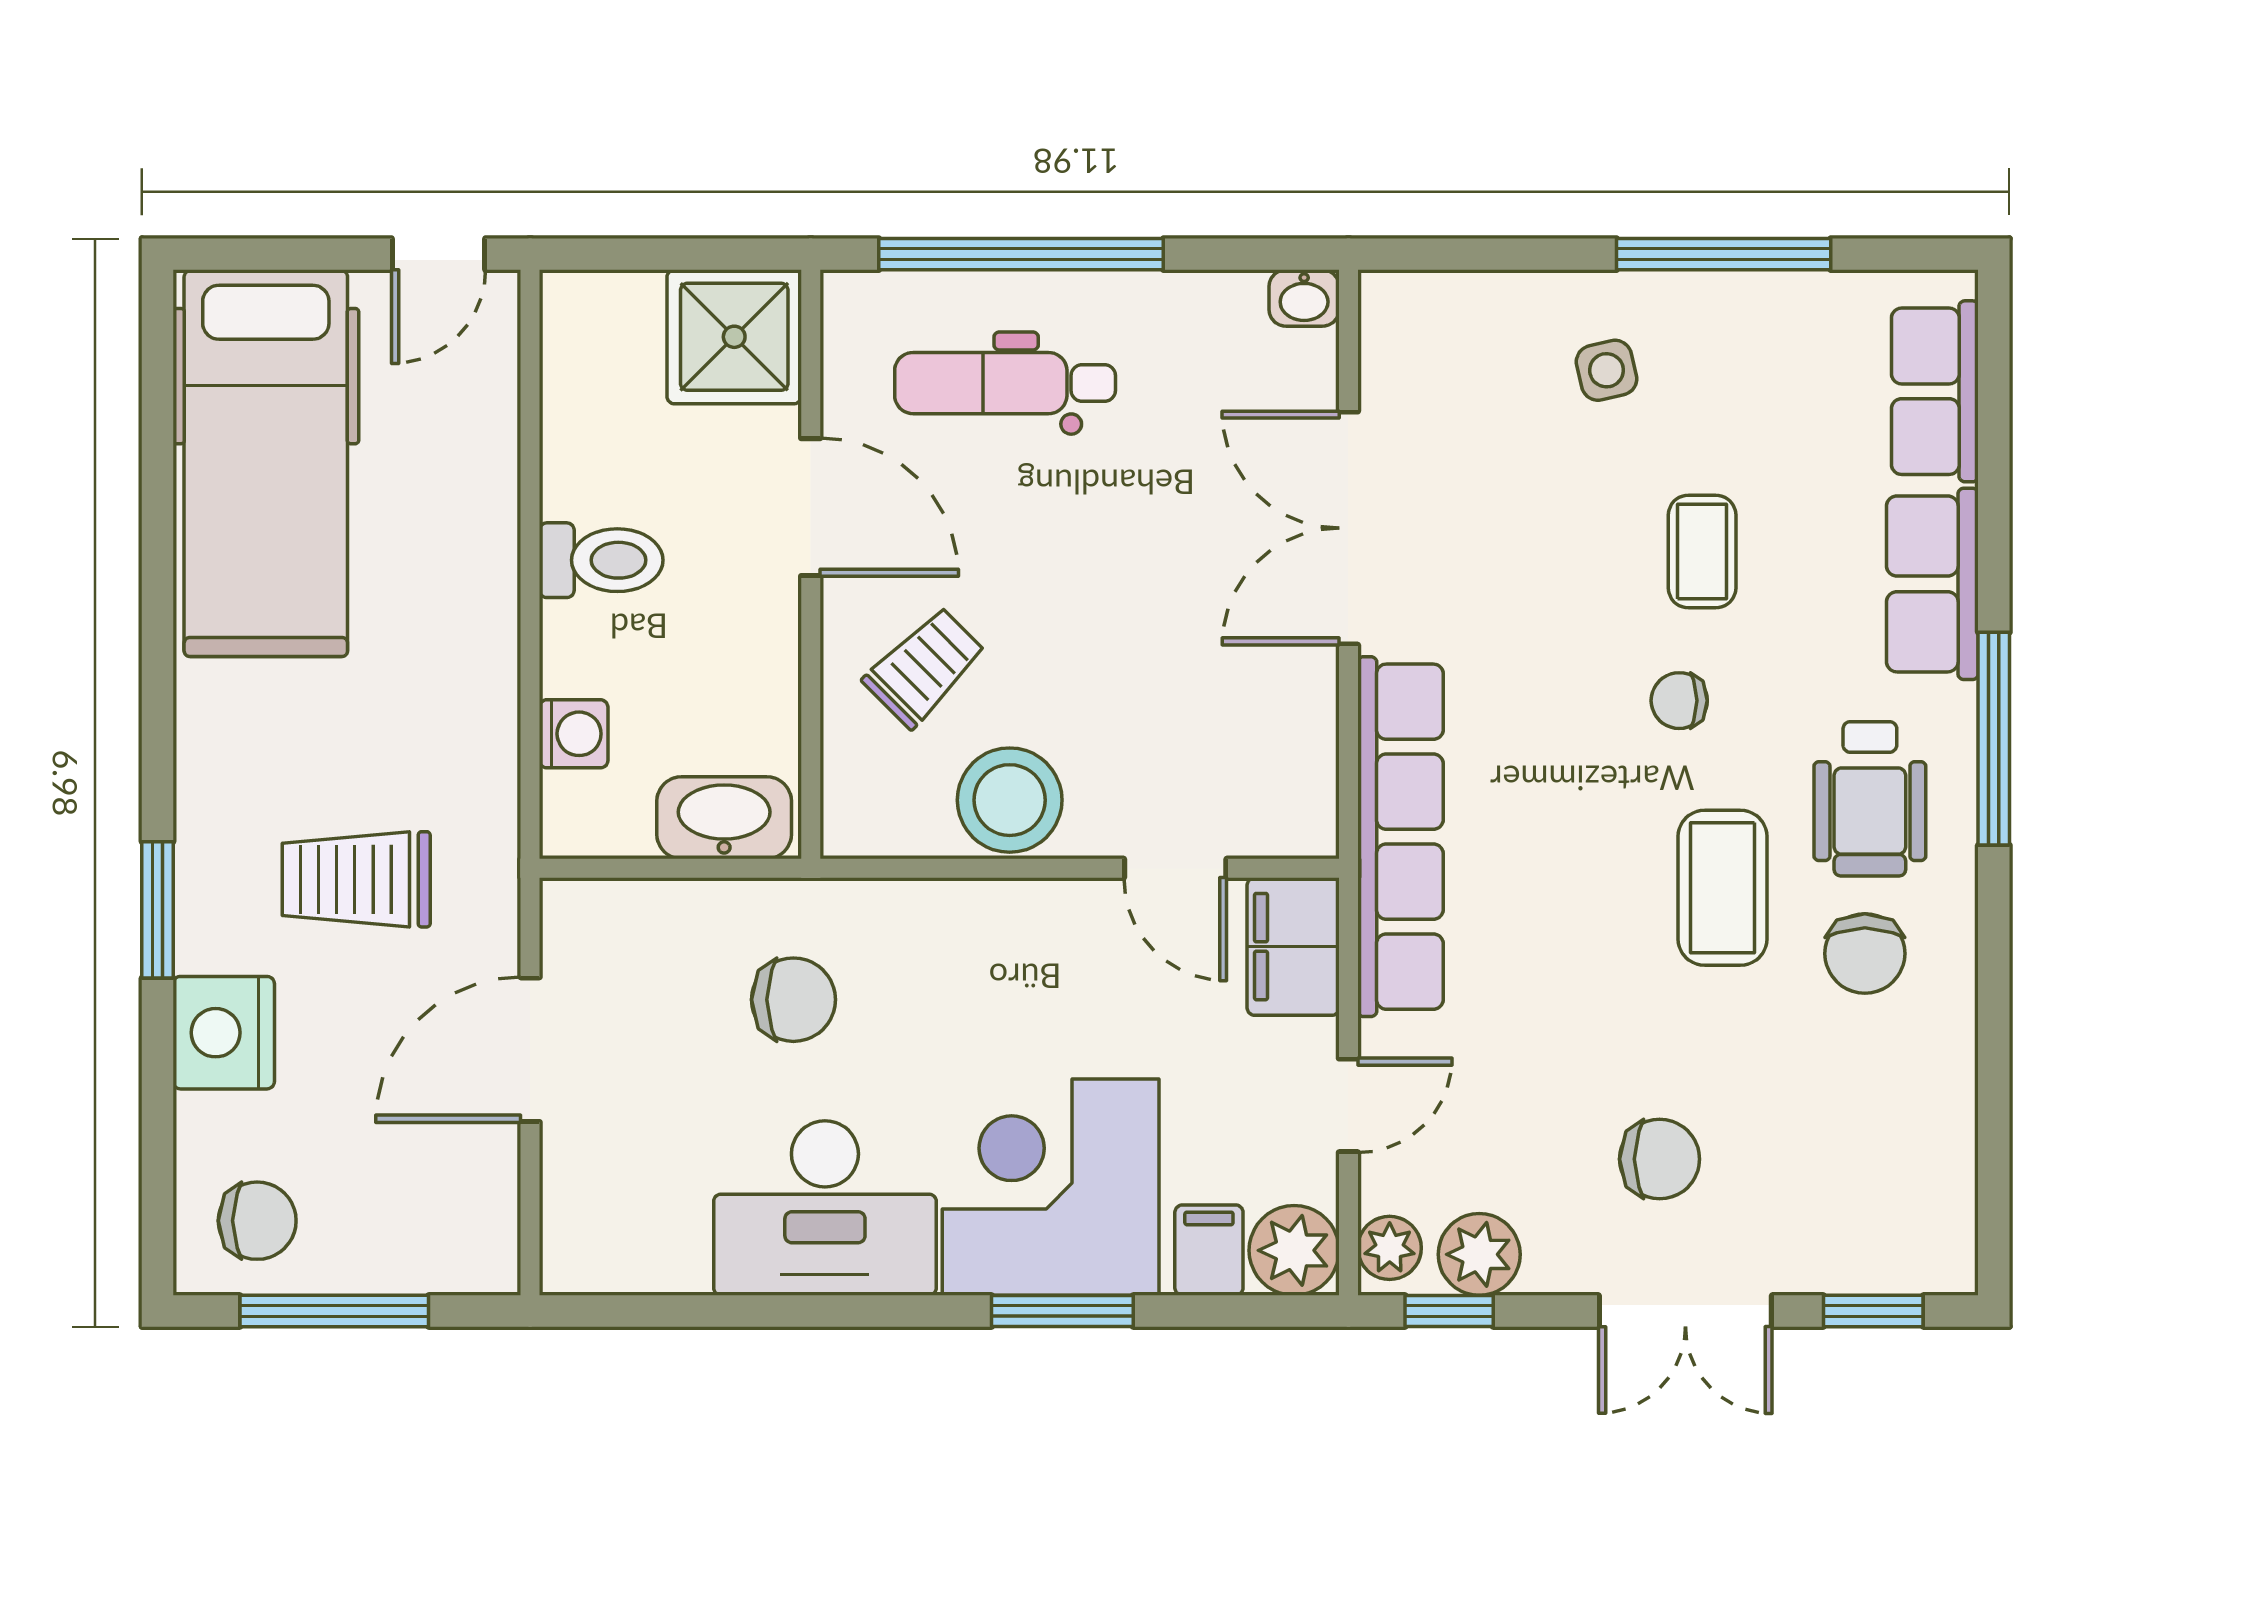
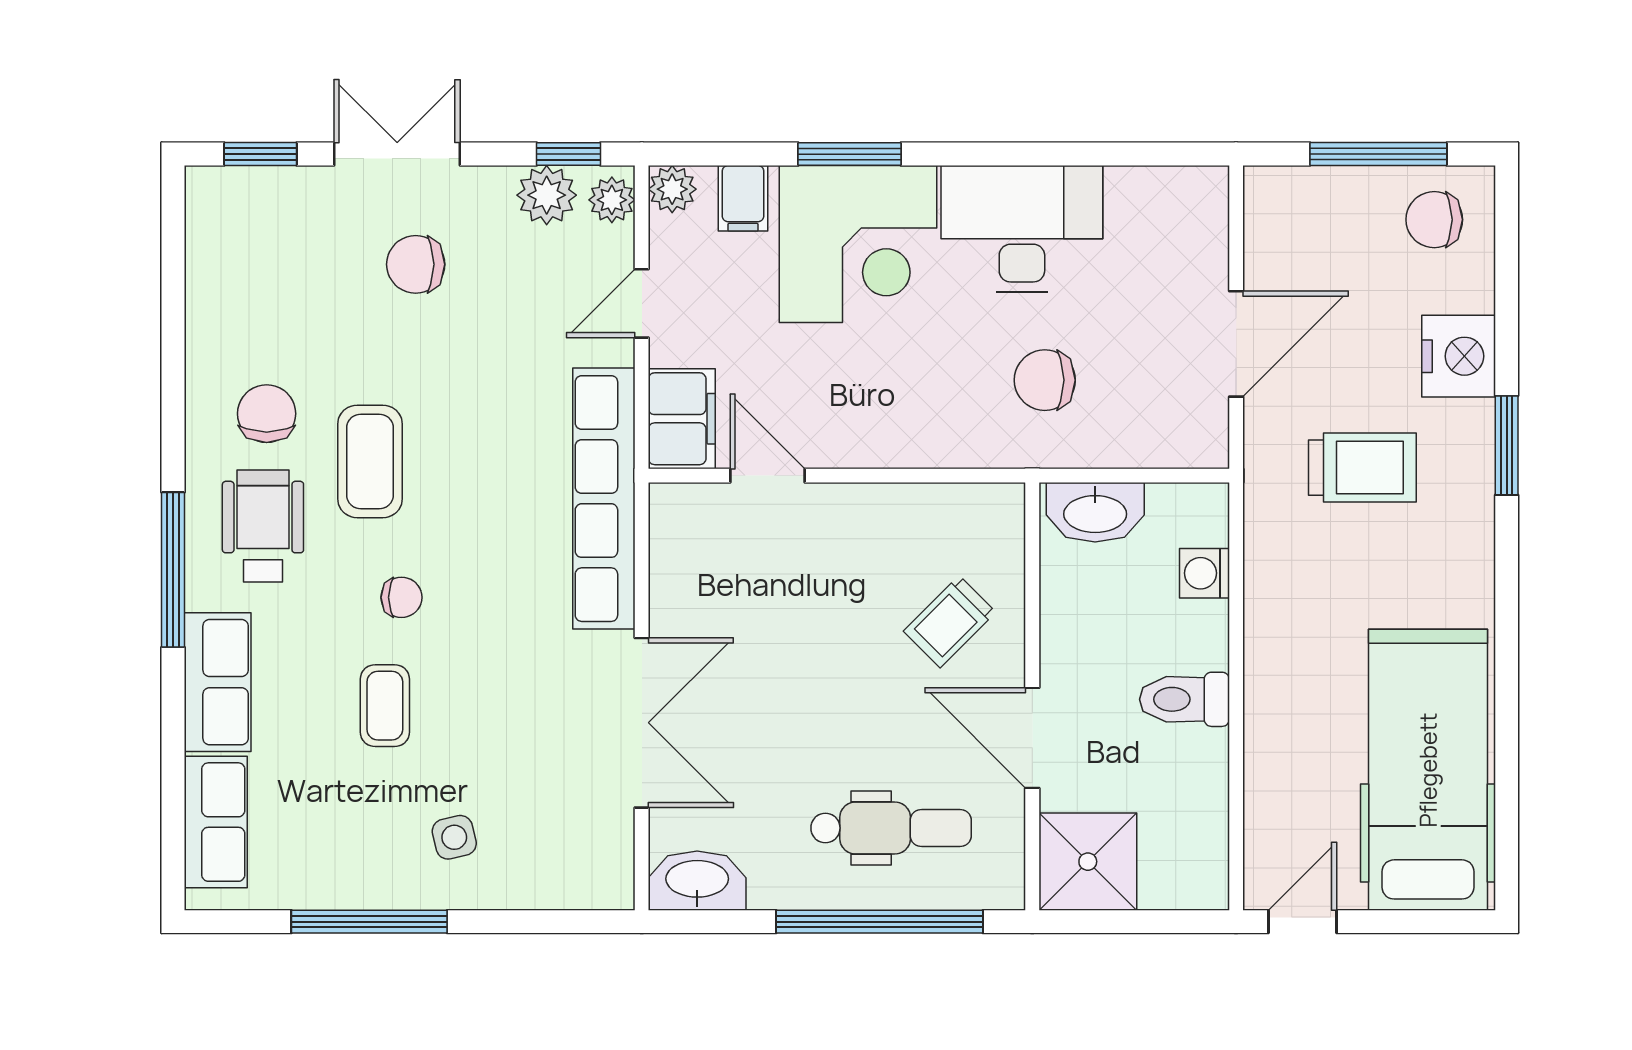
washbasin: (1304, 298) -> (697, 881), width x1.91, depth x1.45
stool: (1010, 800) -> (888, 525), removed
plant: (1294, 1250) -> (672, 189), width x0.73, depth x0.73

